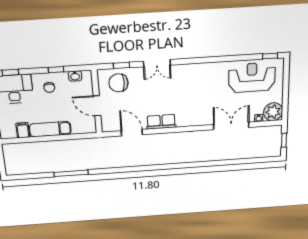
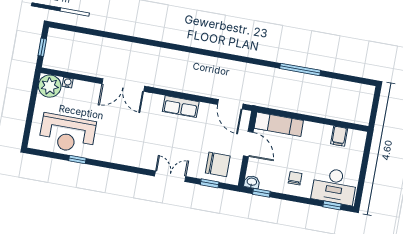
window: (270, 56) -> (77, 160), moved
window: (56, 70) -> (261, 193), moved
washbasin: (75, 76) -> (252, 182), moved
double door: (231, 126) -> (123, 85), moved
exam couch: (50, 129) -> (279, 124), moved
door: (132, 133) -> (230, 104), moved

